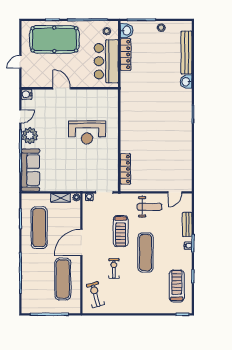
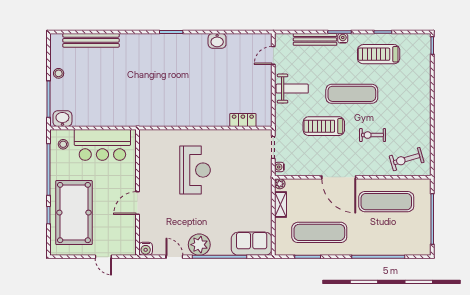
locker: (126, 54) -> (94, 120), removed
washbasin: (186, 82) -> (217, 41), moved
locker: (125, 169) -> (243, 120), width x0.66
sofa: (30, 170) -> (252, 244), width x0.73
door: (175, 192) -> (273, 55), swing flipped
weight bench: (149, 207) -> (292, 89), turned 90
bench: (187, 224) -> (315, 39), width x1.36
treadmill: (121, 231) -> (324, 126), turned 180
treadmill: (177, 286) -> (379, 54), moved

